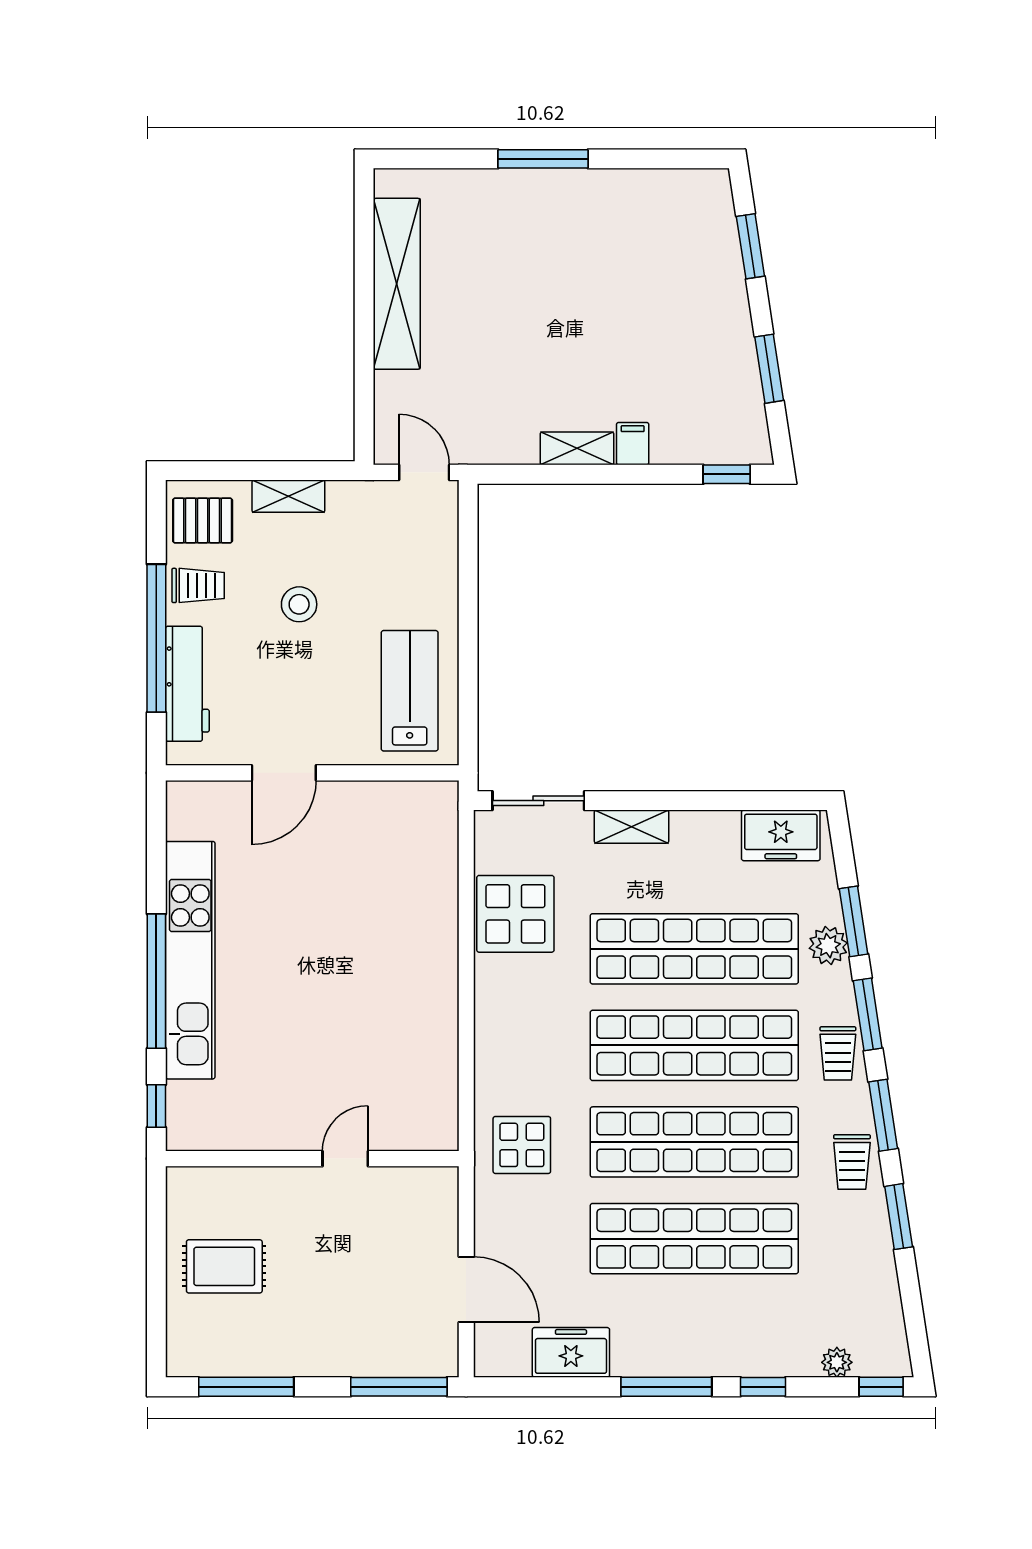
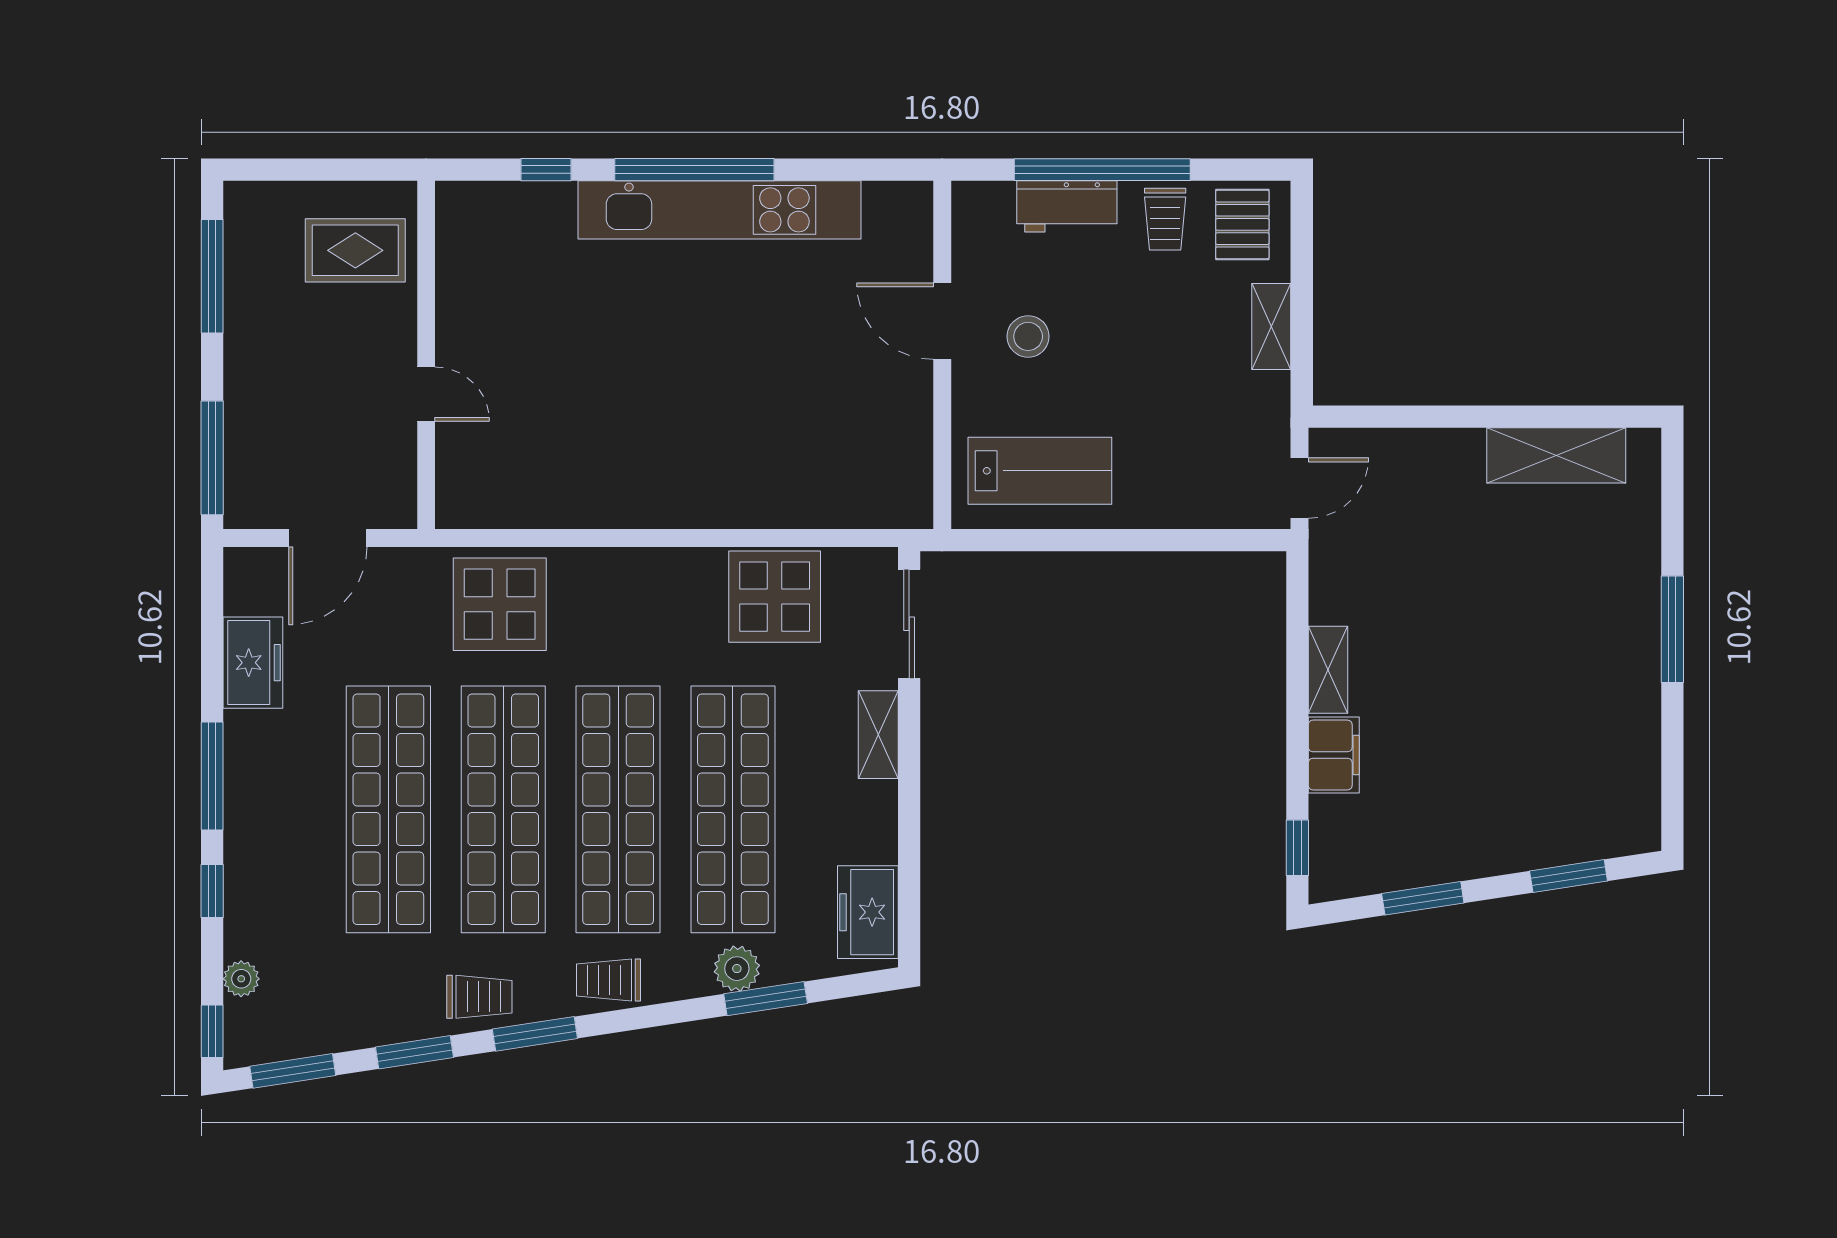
shelving: (397, 284) -> (1556, 455), width x0.68
filing cabinet: (633, 444) -> (1334, 755), width x2.00
stool: (299, 604) -> (1028, 336), moved
workbench: (187, 684) -> (1067, 206), width x0.73
window: (868, 1014) -> (293, 1071), moved
display table: (522, 1145) -> (500, 604), width x1.36, depth x1.36
wall: (312, 1159) -> (426, 355), moved
door: (345, 1159) -> (426, 394), moved
trolley: (852, 1162) -> (479, 997), turned 180
rug: (224, 1266) -> (355, 250), turned 90

